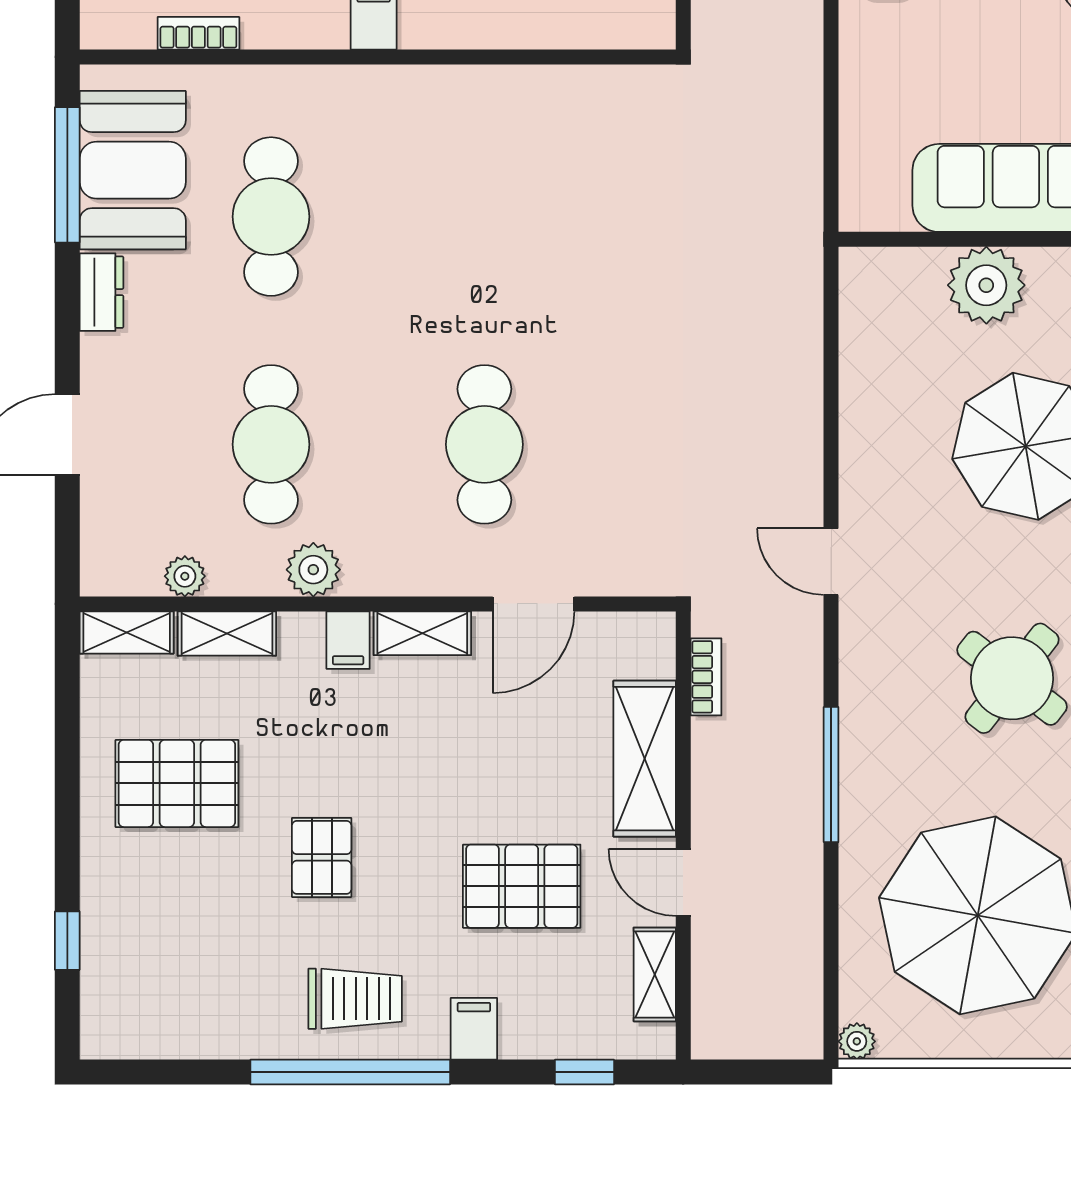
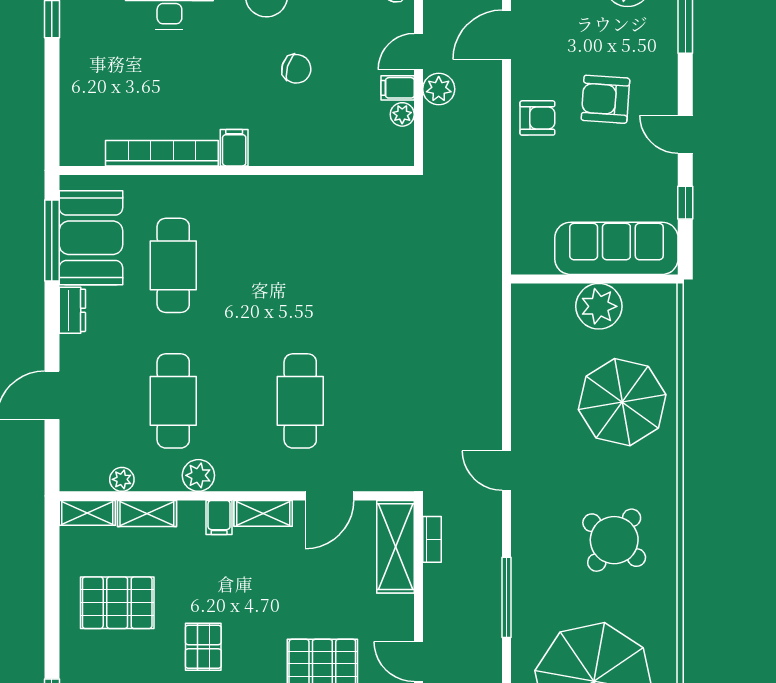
bookcase: (198, 33) -> (162, 153), width x2.31, depth x1.31
shelving: (645, 759) -> (396, 547), moved

